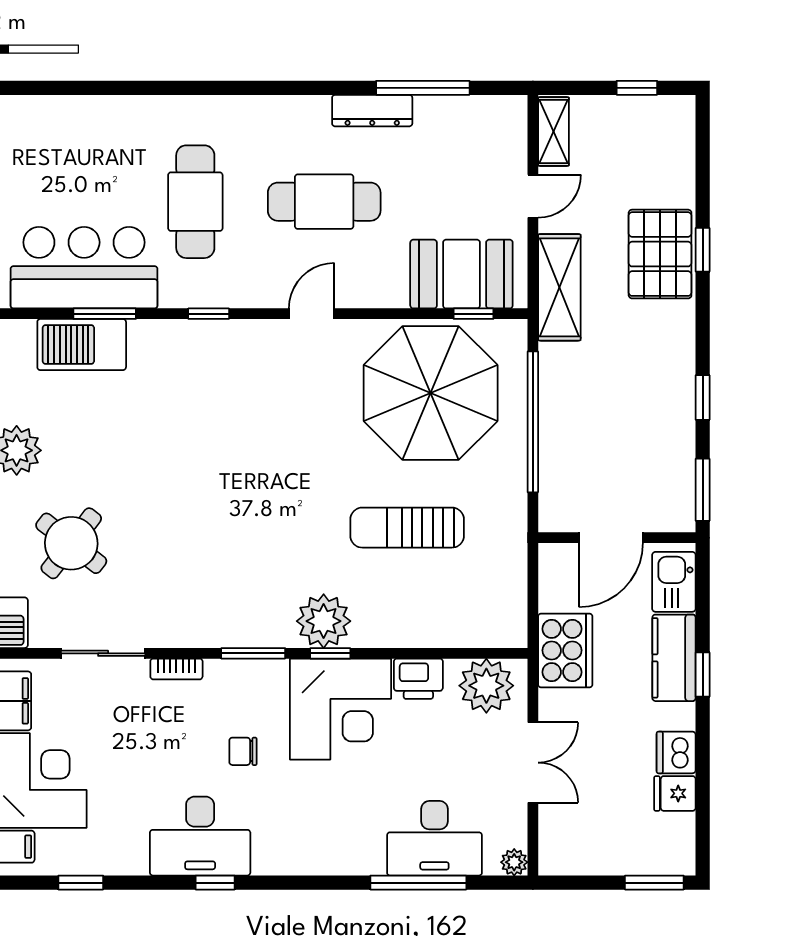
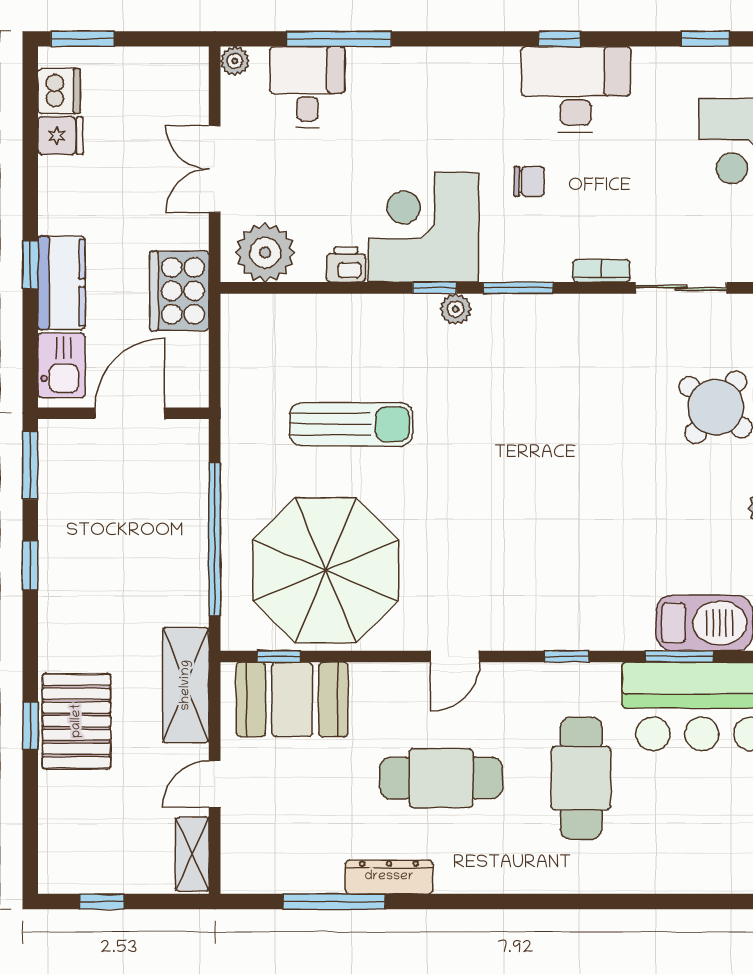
plant: (324, 621) -> (456, 309), width x0.53, depth x0.53
printer: (418, 679) -> (346, 264), width x0.73, depth x0.81
dishwasher: (676, 752) -> (59, 91), moved
desk: (434, 838) -> (307, 87), width x0.73

